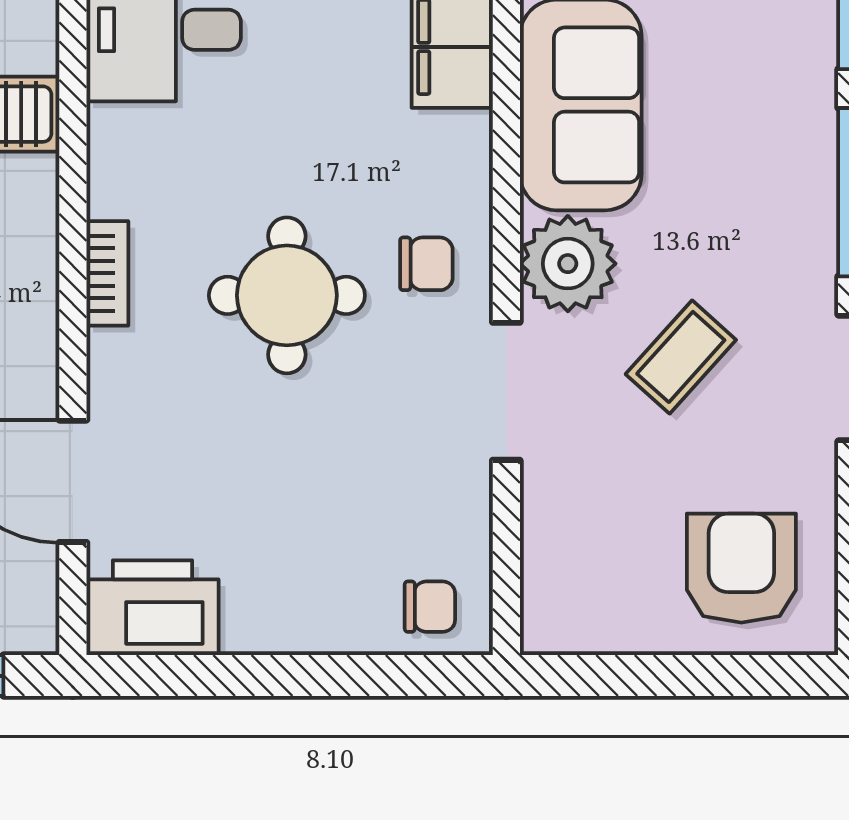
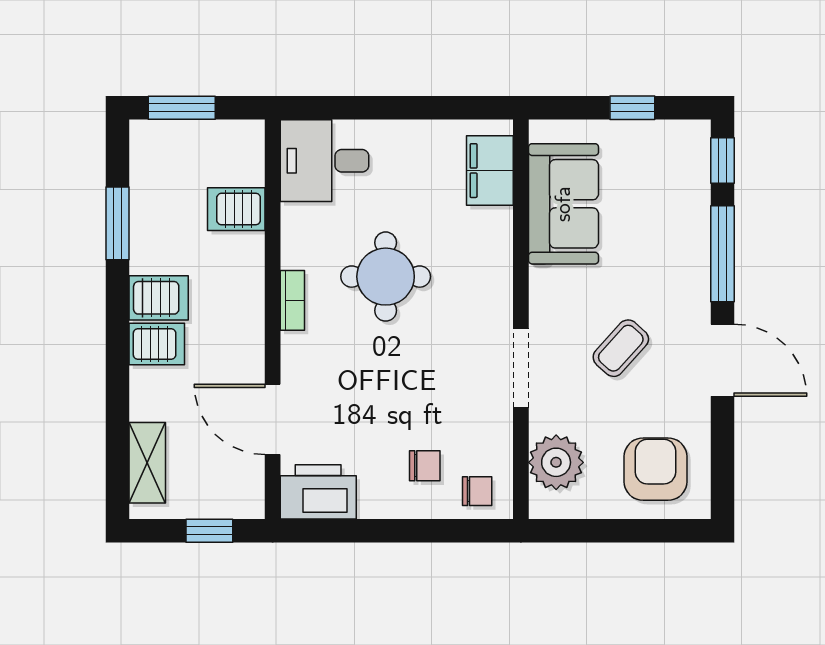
chair: (426, 264) -> (425, 466), moved
plant: (568, 264) -> (556, 462), moved
round table: (287, 295) -> (386, 277), moved

